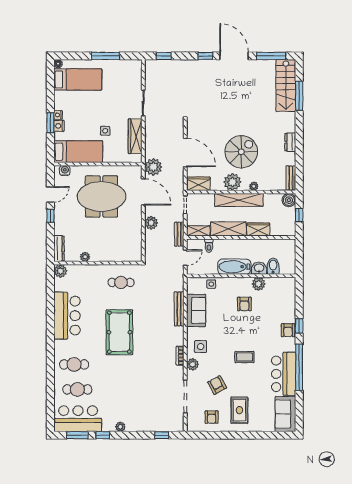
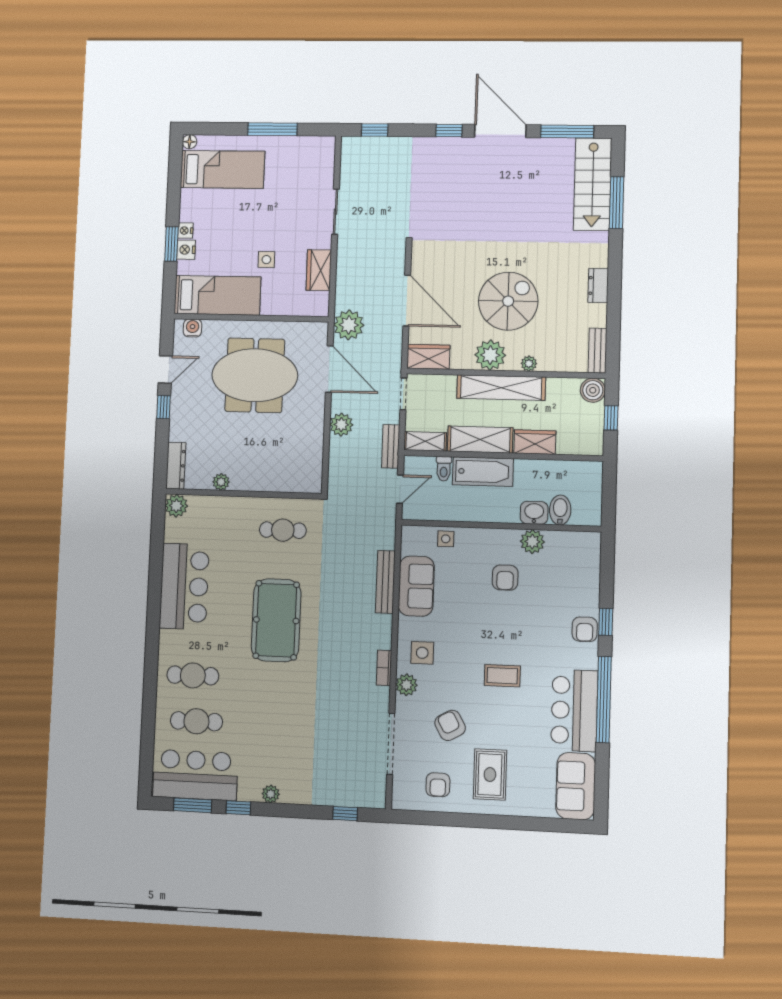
wardrobe: (135, 136) -> (319, 270), width x0.67
bathtub: (234, 267) -> (483, 472), moved, turned 180

